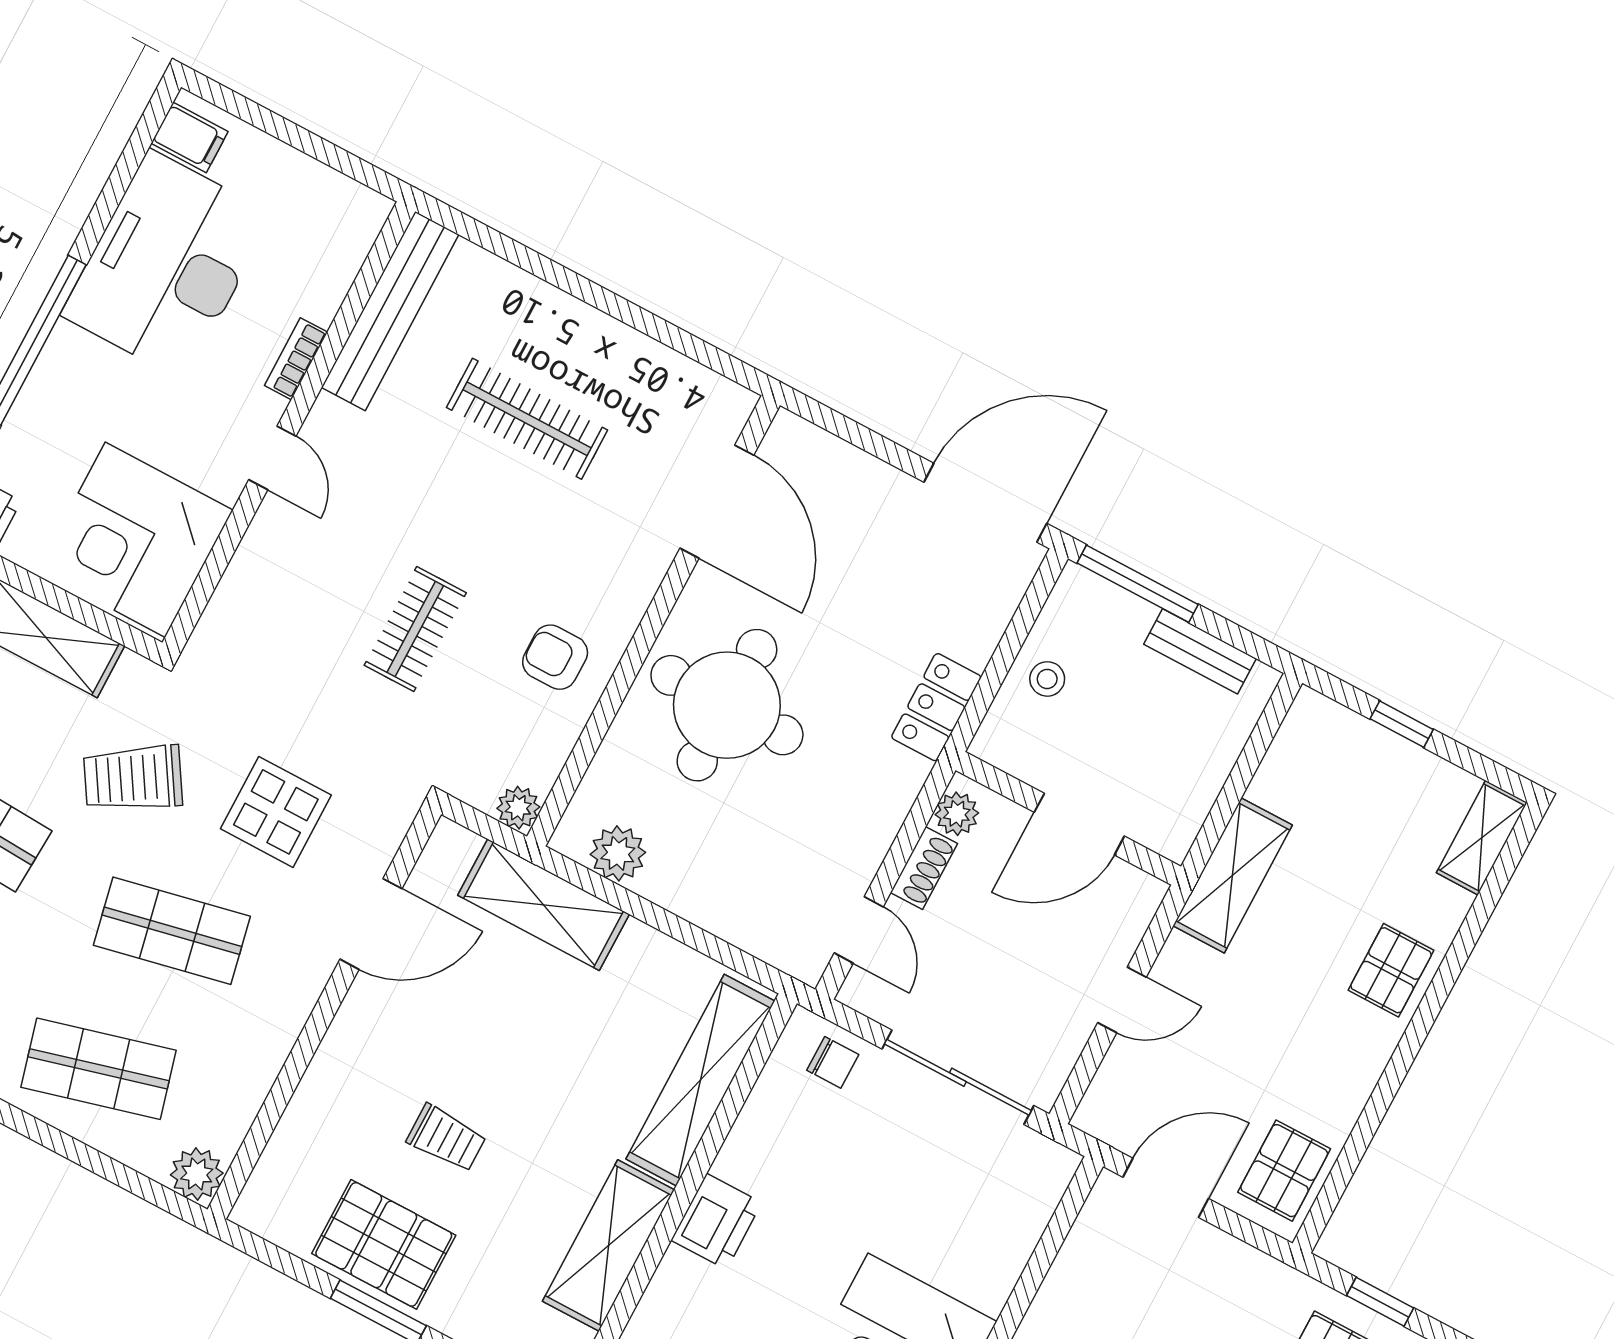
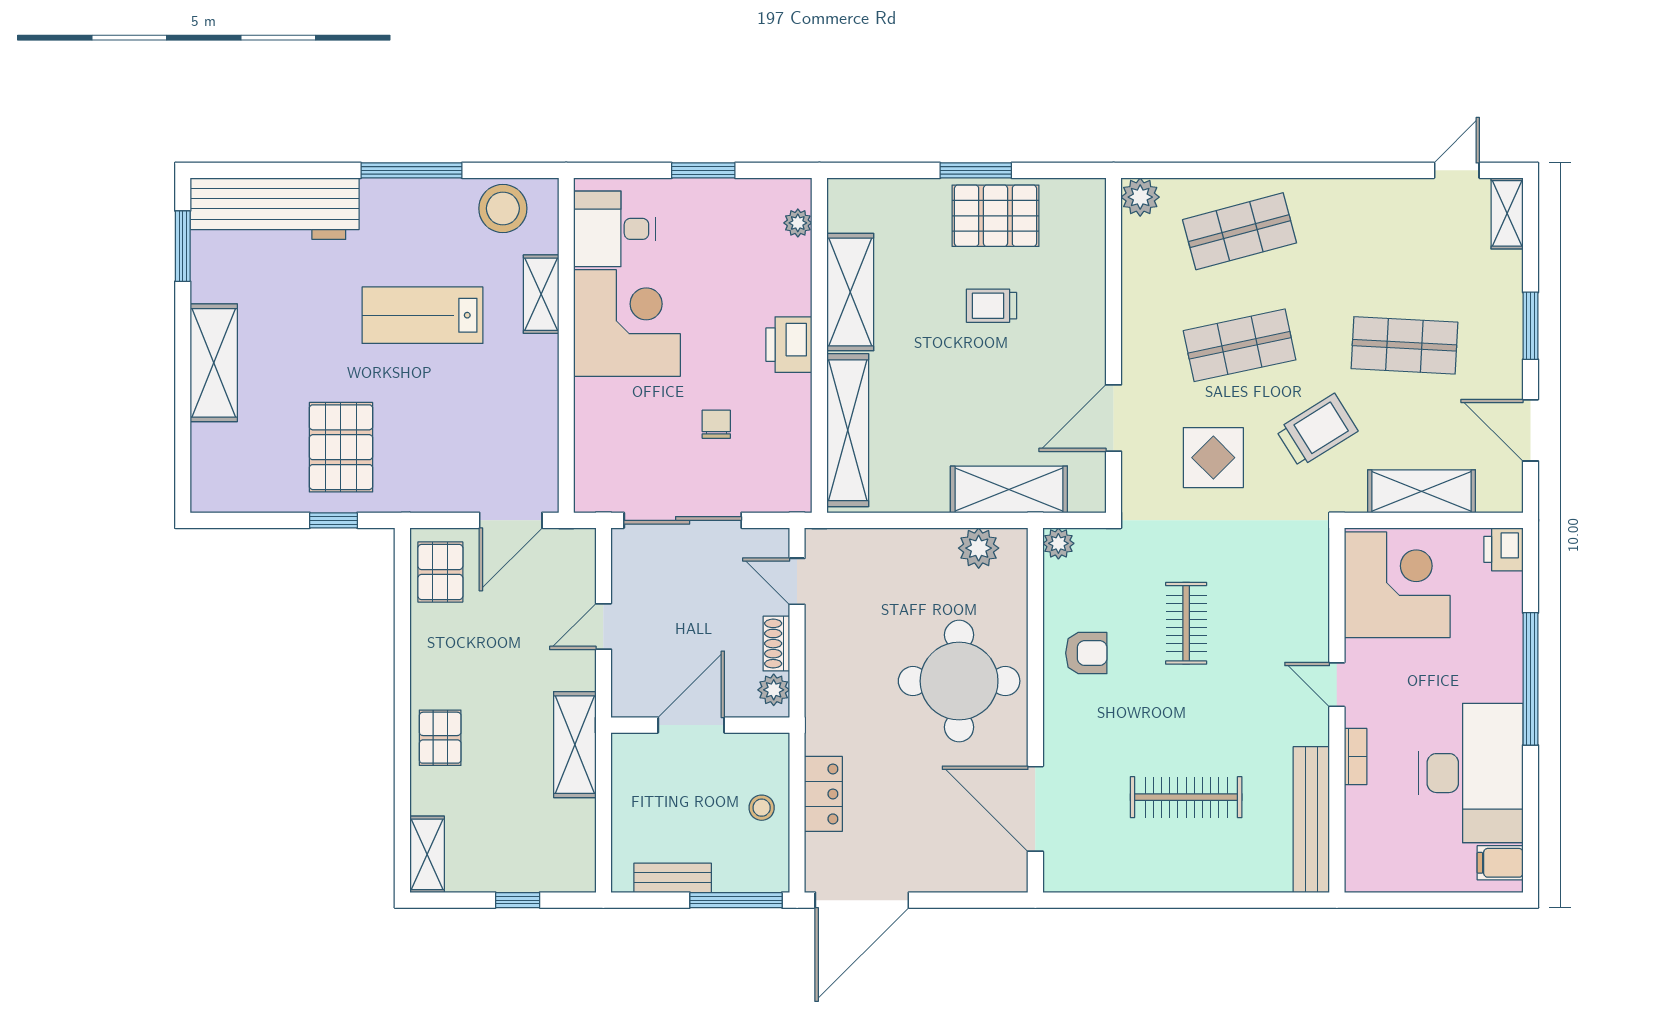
locker: (936, 707) -> (823, 794), moved
chair: (833, 1062) -> (716, 424), moved, turned 90

